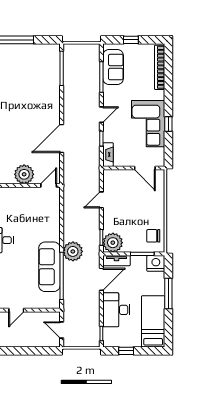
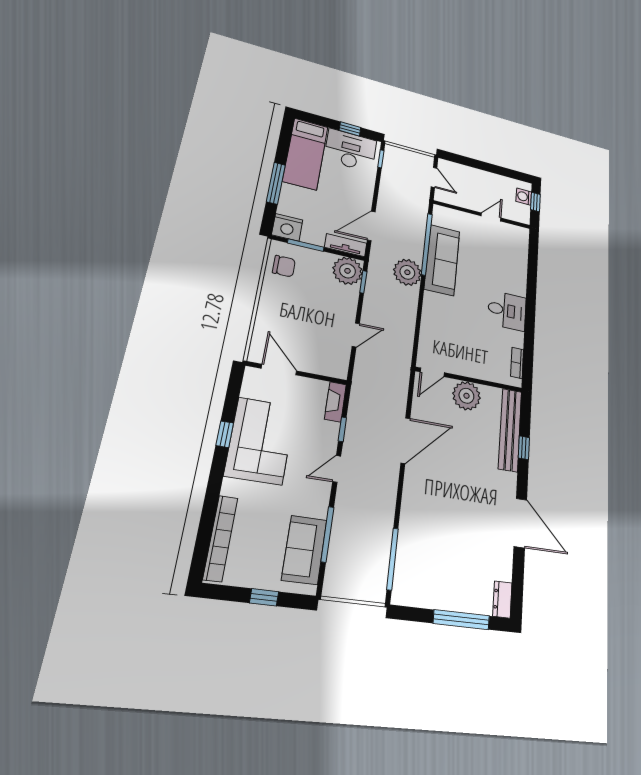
desk: (116, 310) -> (350, 150), moved, turned -90

